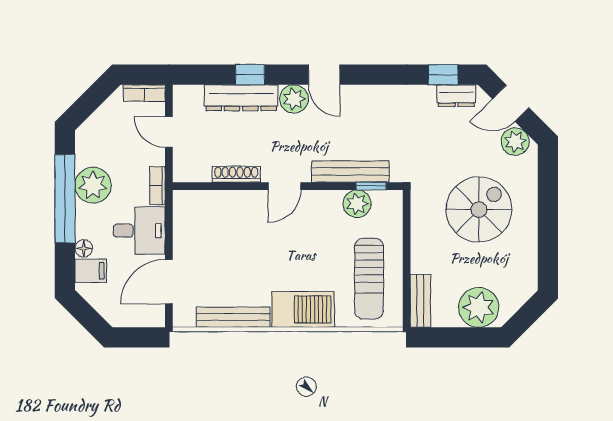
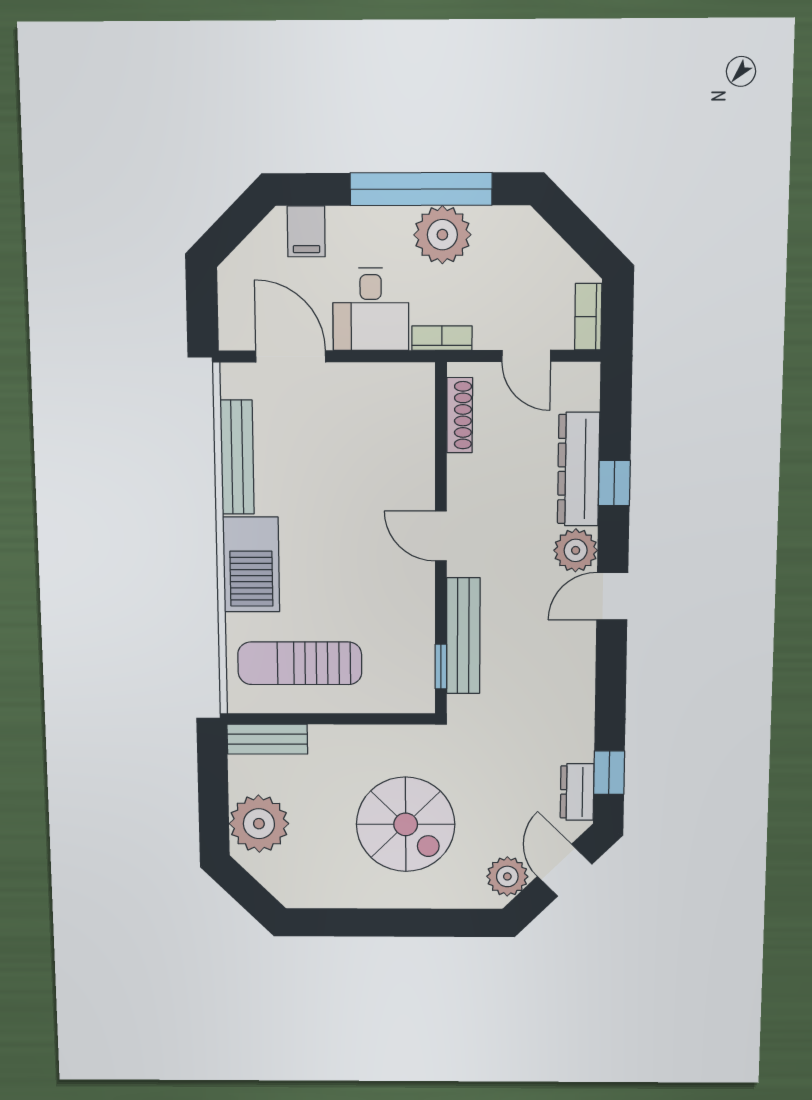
door: (169, 132) -> (526, 356), swing flipped
shoe rack: (236, 174) -> (460, 415), moved
plant: (357, 204) -> (414, 646), removed
floor lamp: (84, 248) -> (342, 220), removed

